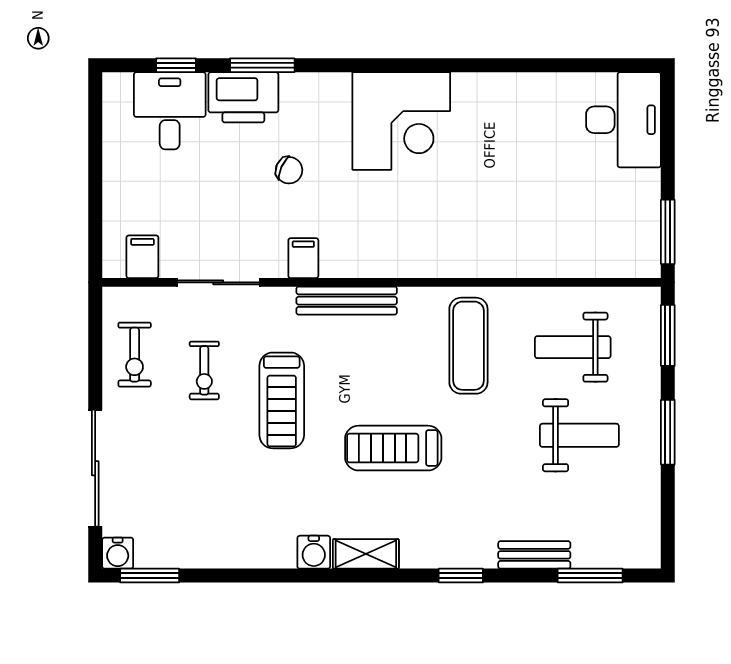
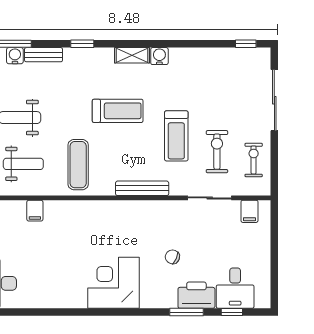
filing cabinet: (303, 258) -> (35, 211), moved
exercise bike: (204, 370) -> (217, 152), width x1.38, depth x1.39
treadmill: (282, 400) -> (176, 136), turned 180
water cooler: (118, 553) -> (15, 56), moved
window: (150, 576) -> (246, 44), width x0.67

